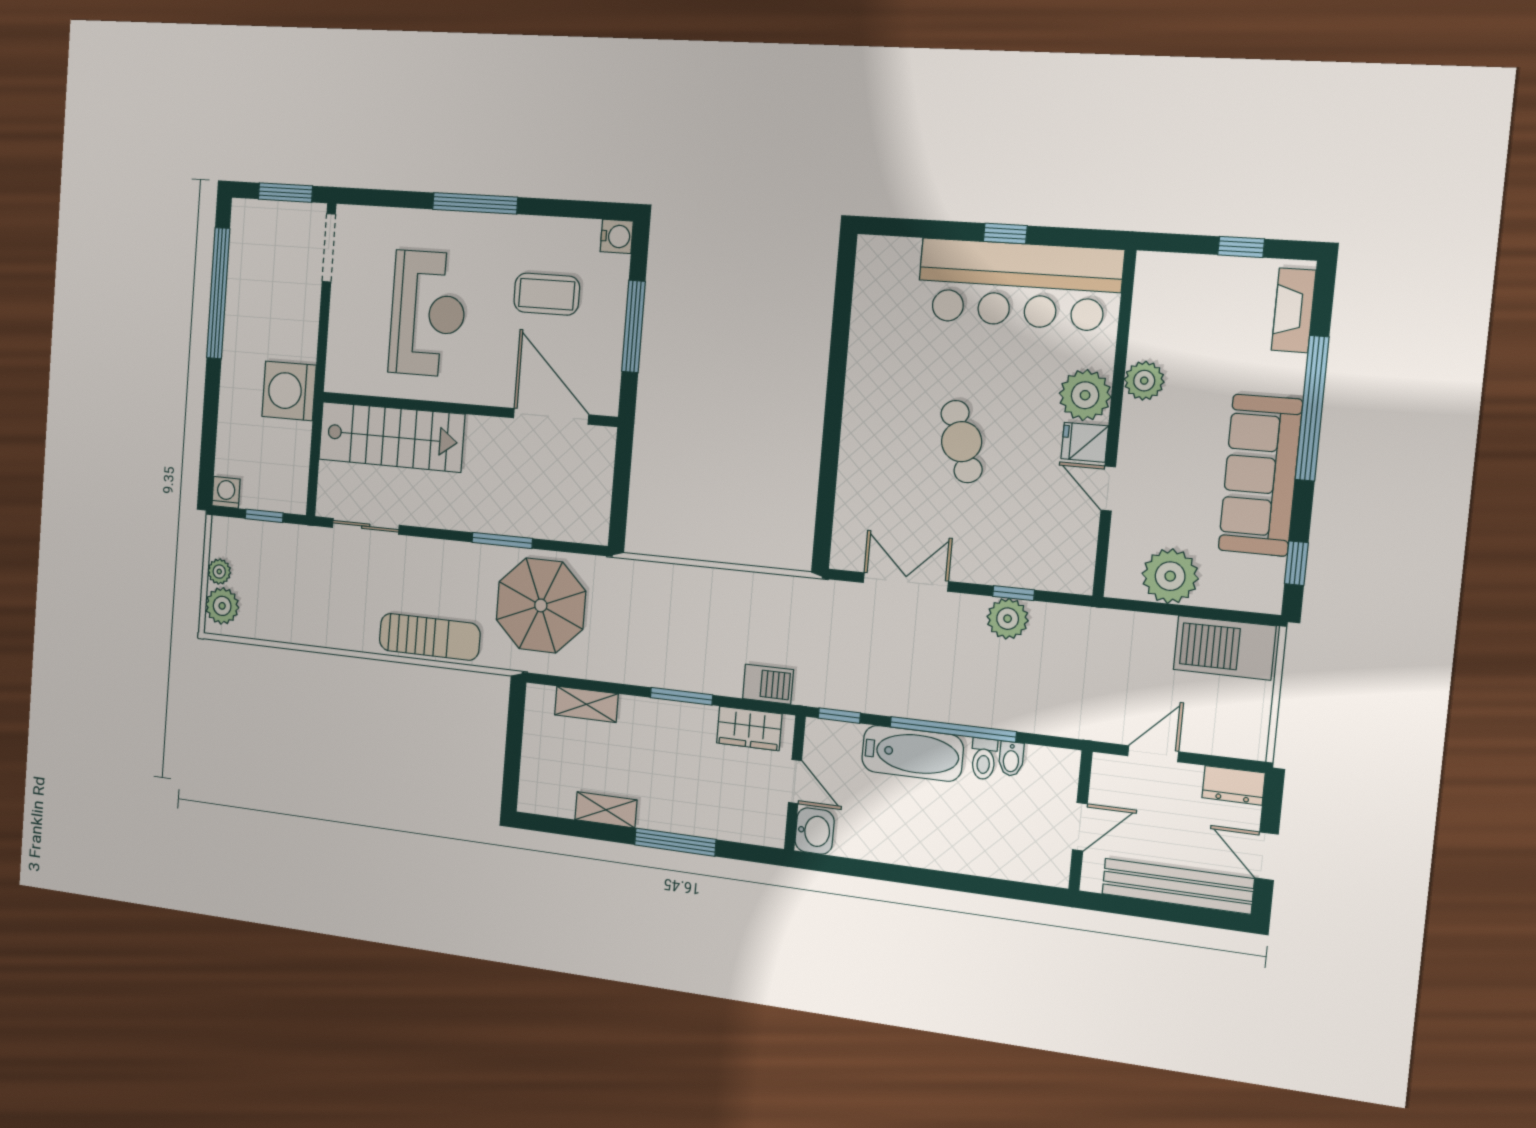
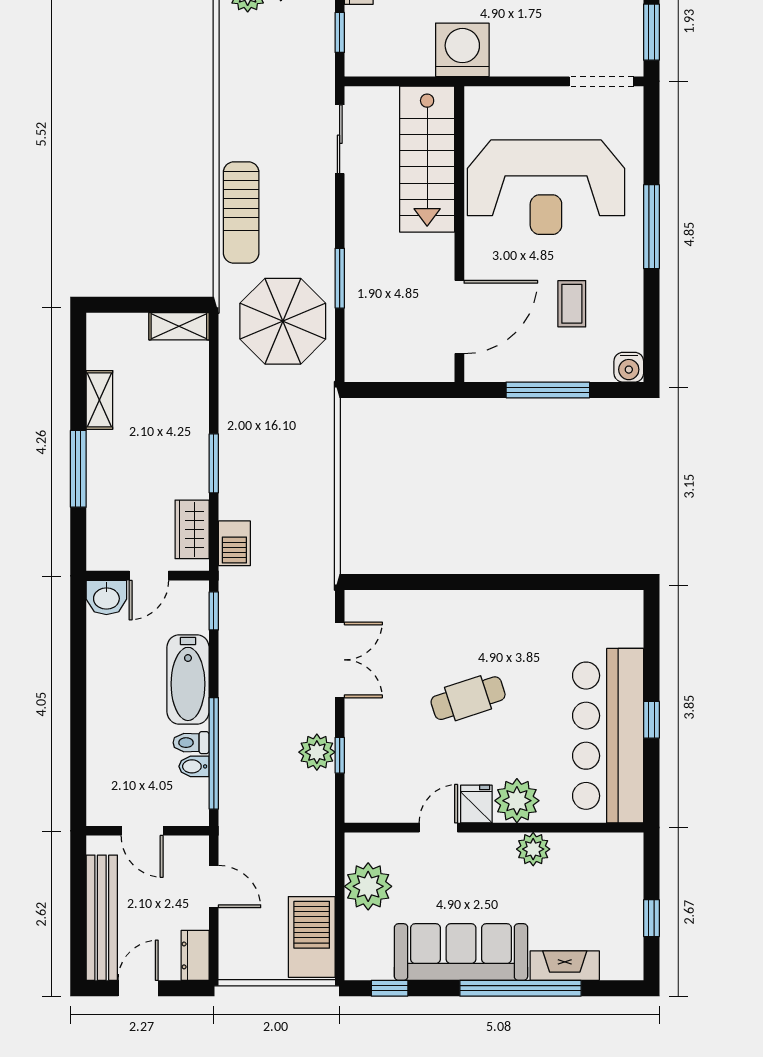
coffee table: (547, 294) -> (572, 304), width x0.73, depth x0.77
fireplace: (1294, 310) -> (565, 966), moved
reception desk: (428, 314) -> (546, 187), width x1.36, depth x1.30
shelving: (586, 704) -> (179, 326), moved, turned 90
window: (953, 729) -> (214, 753), moved

